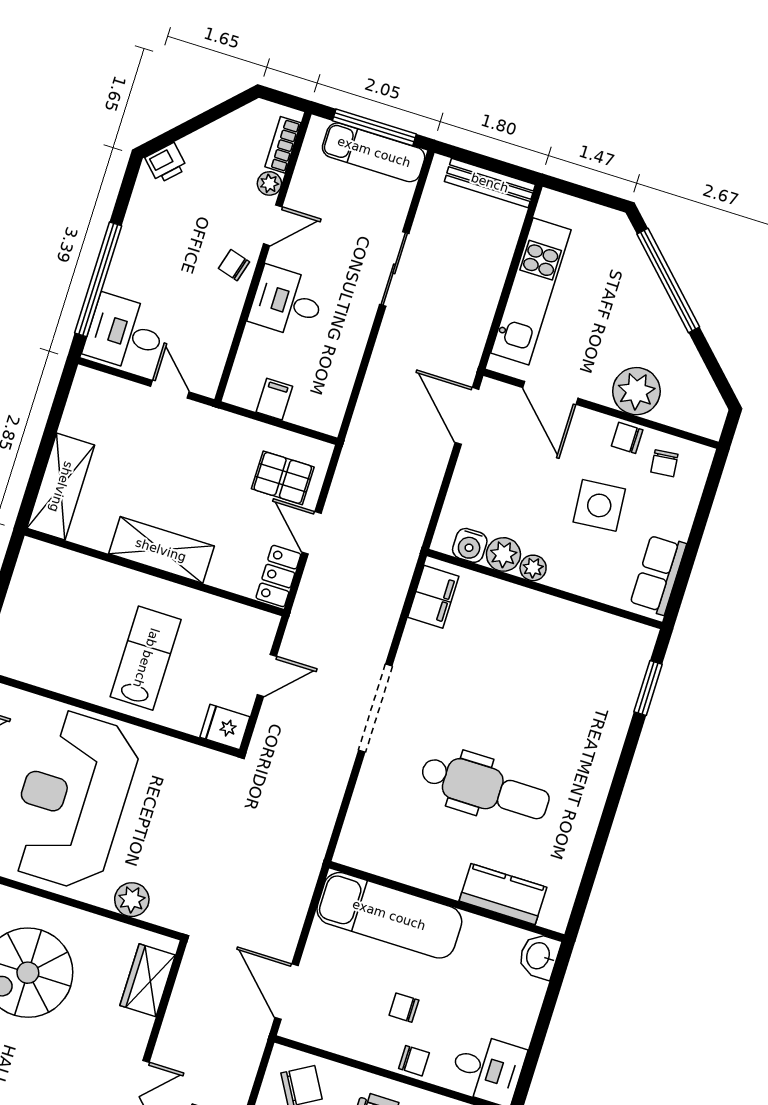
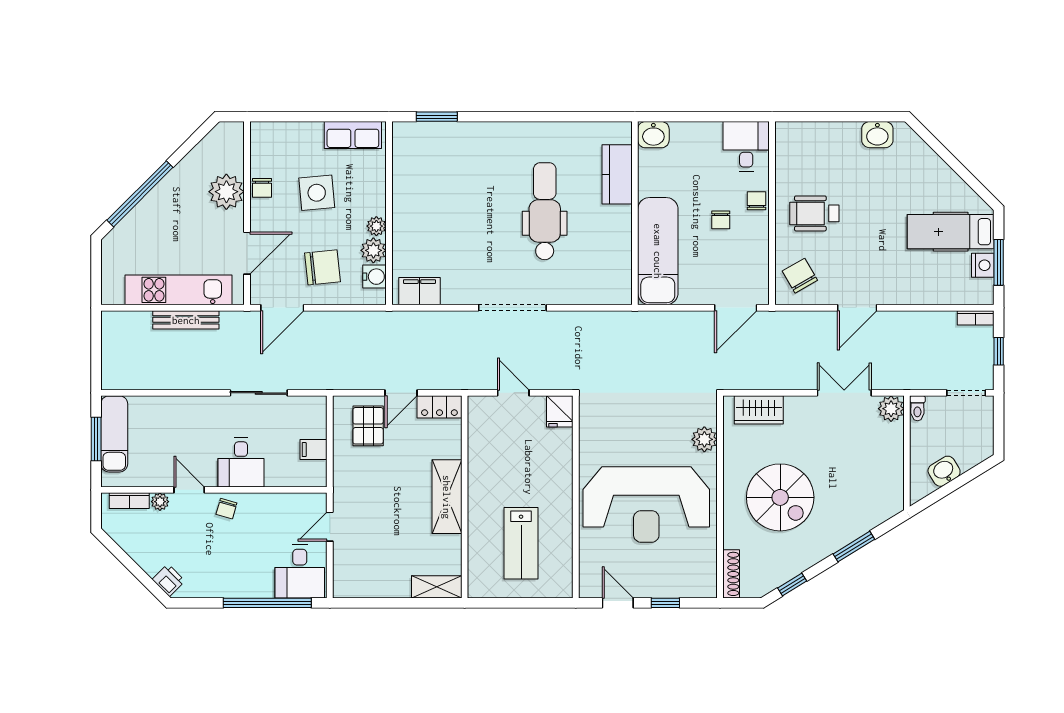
window: (374, 127) -> (96, 439), width x0.69
bench: (490, 183) -> (186, 320), moved, turned 90
sliding door: (394, 269) -> (259, 393), moved
chair: (664, 463) -> (323, 267), moved, width x1.87, depth x1.87
shelving: (61, 487) -> (437, 587), width x0.67, depth x0.75
lab bench: (146, 658) -> (521, 543), moved, turned -90

